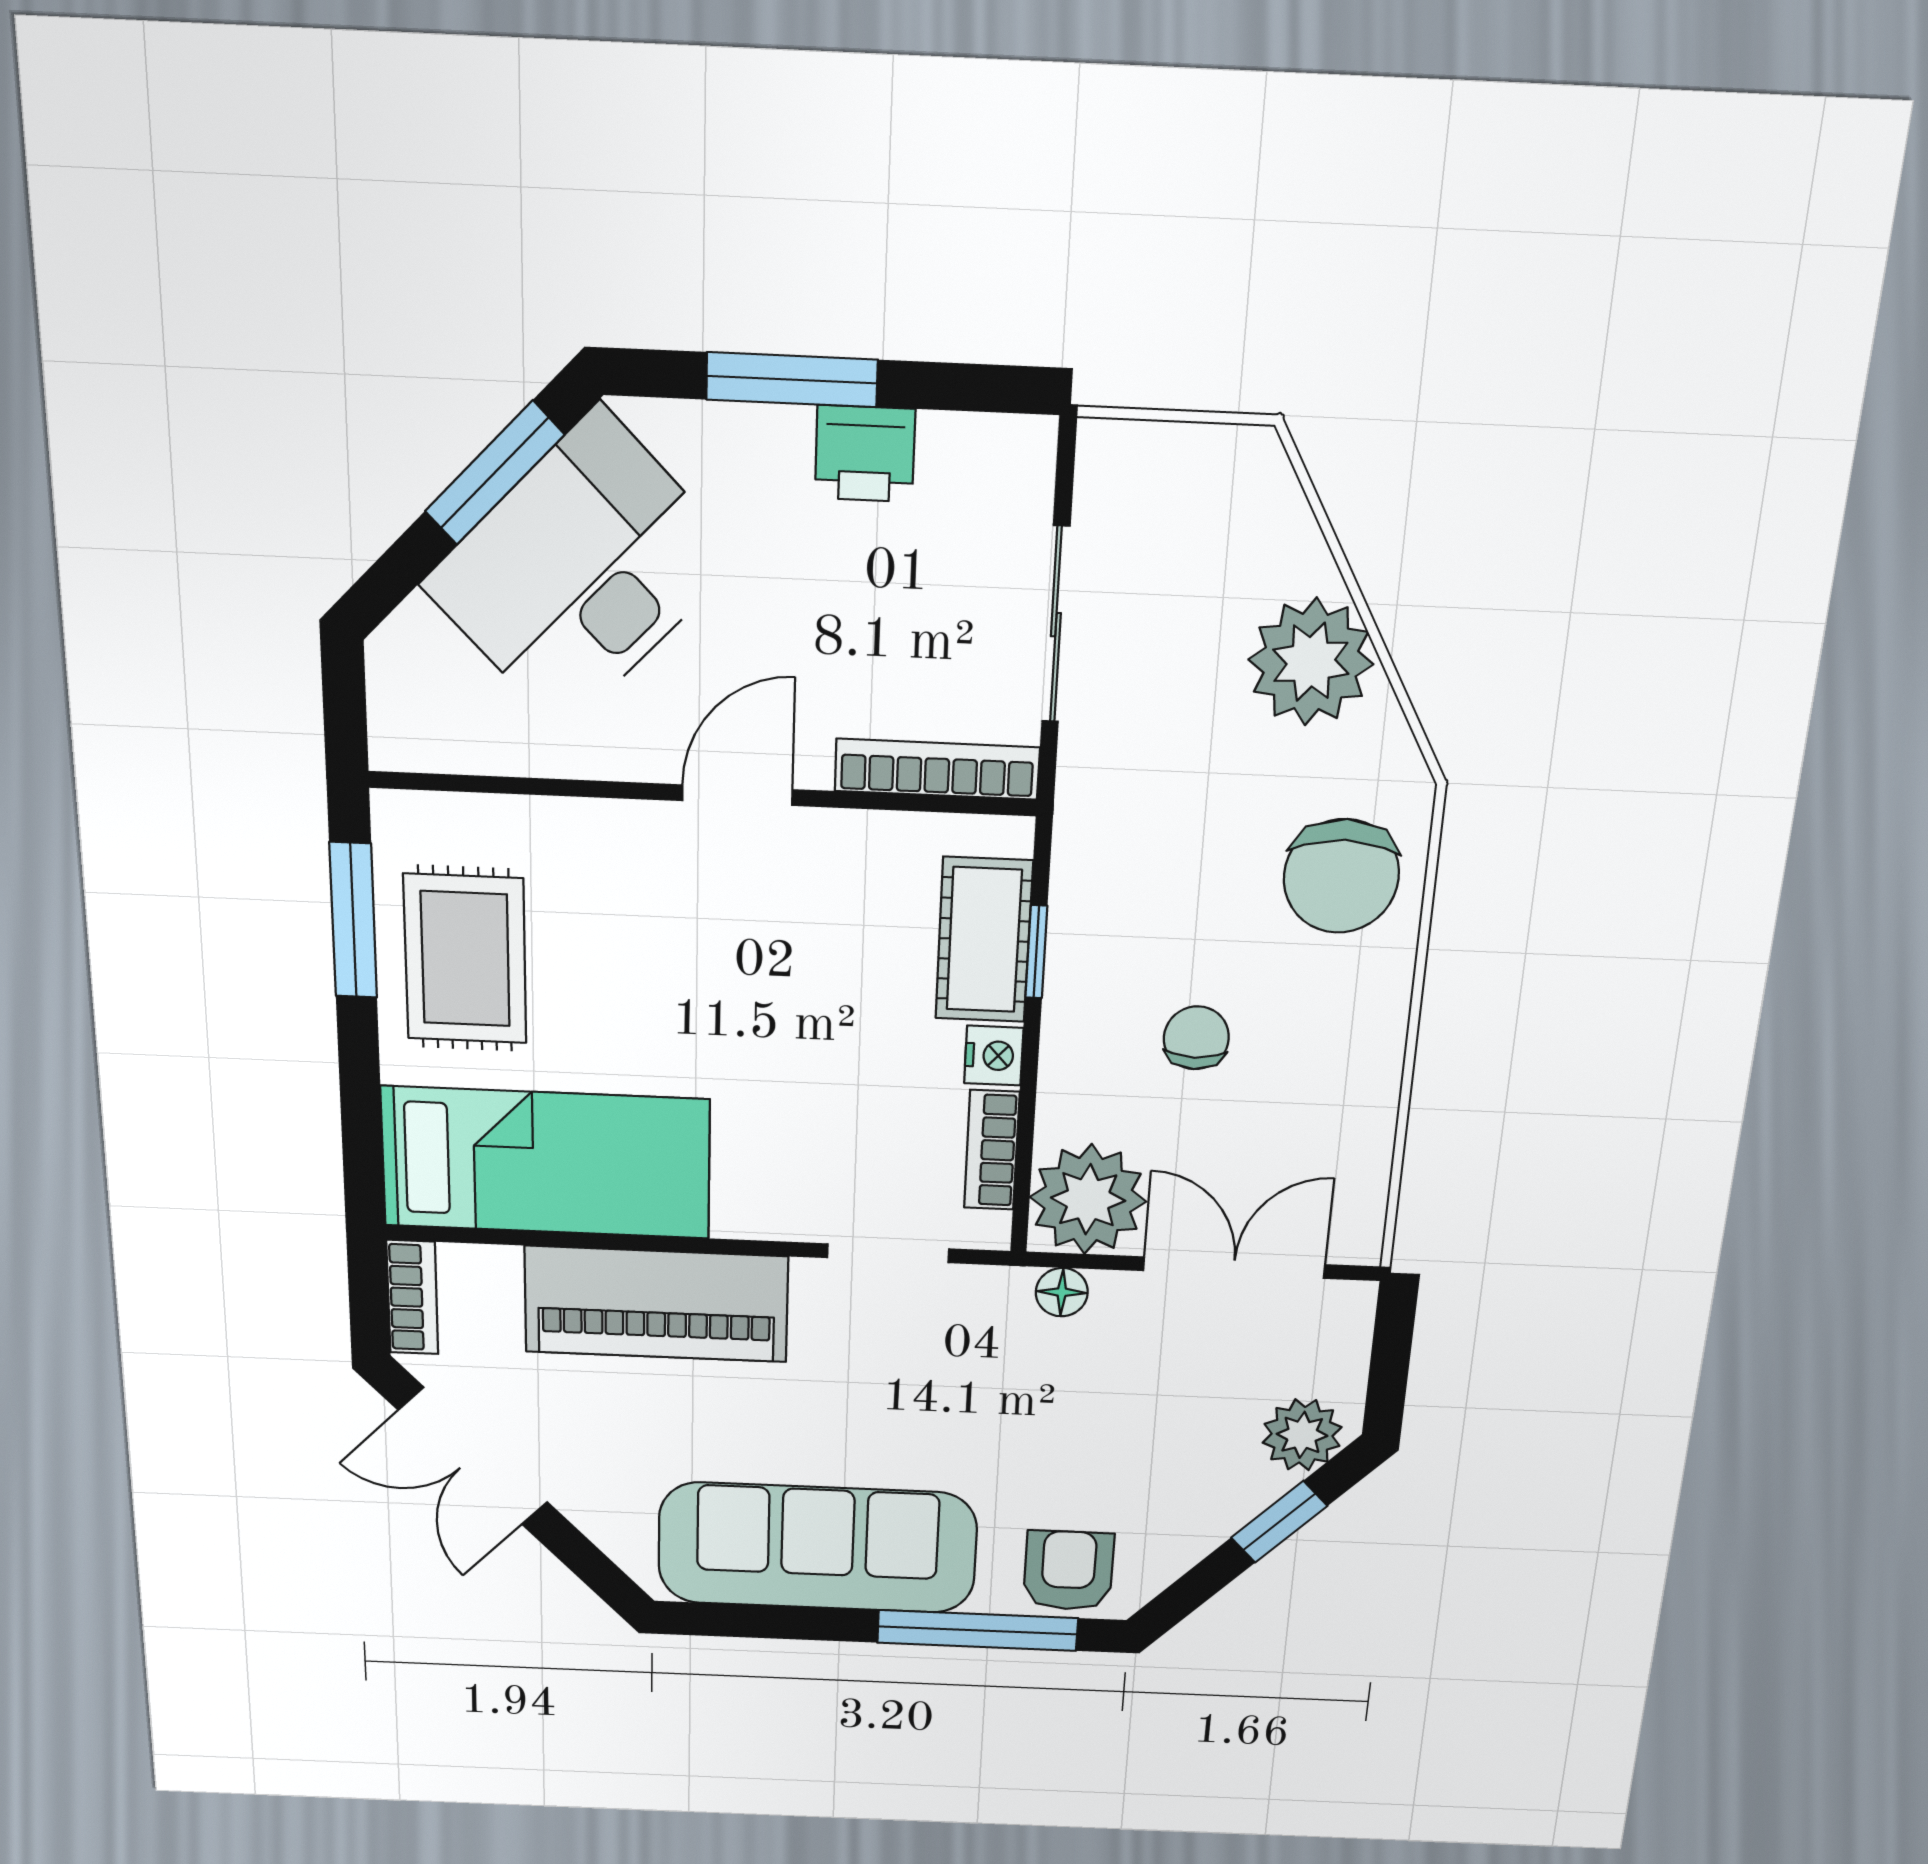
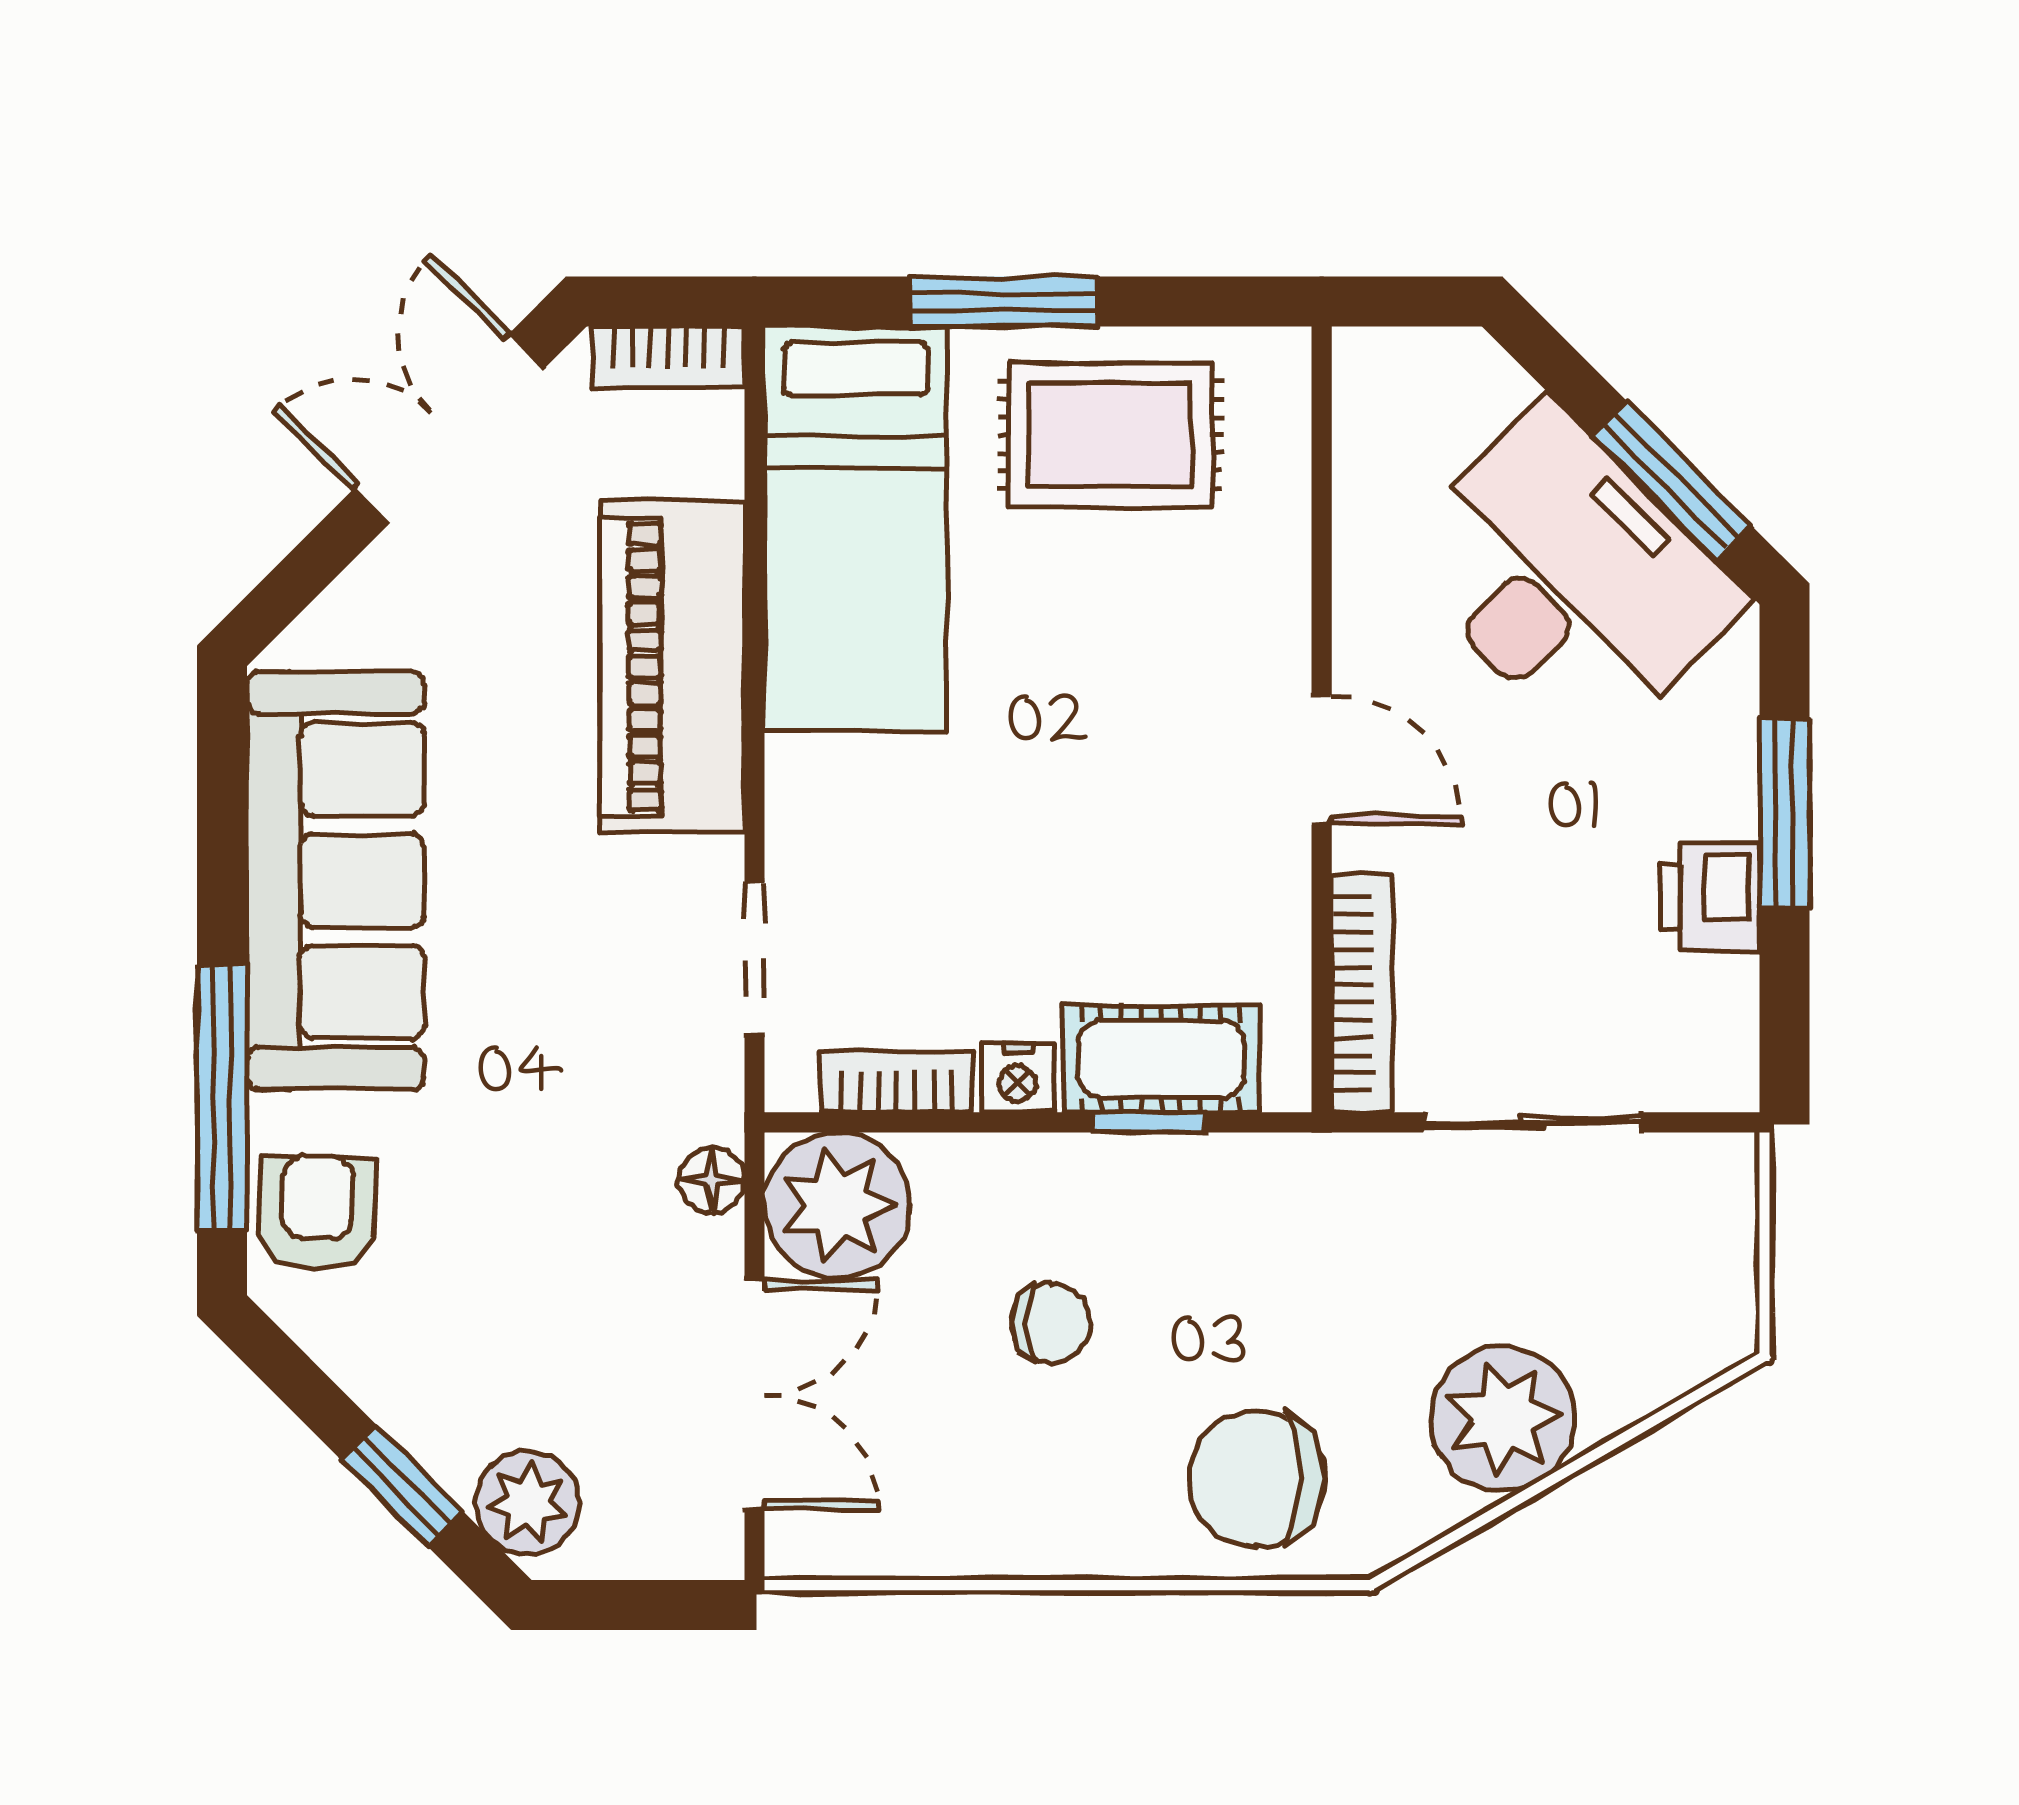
window: (353, 920) -> (1004, 301), moved
armchair: (1069, 1571) -> (317, 1214), turned -88

